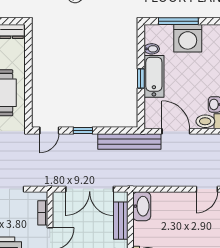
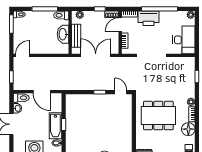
door: (49, 130) -> (121, 92), hinge flipped
bench: (129, 142) -> (71, 85), removed
washbasin: (142, 206) -> (63, 34), moved

